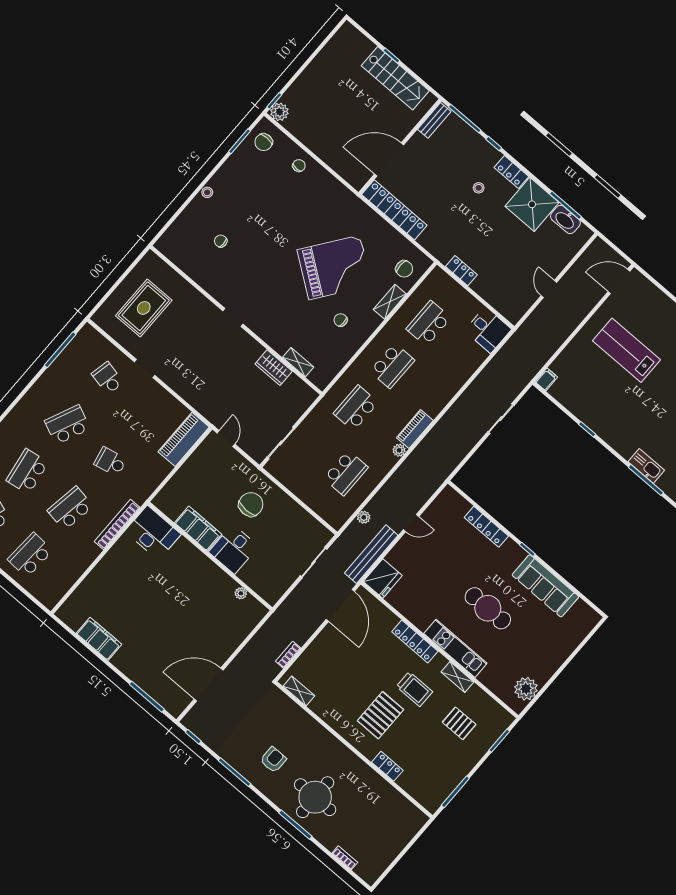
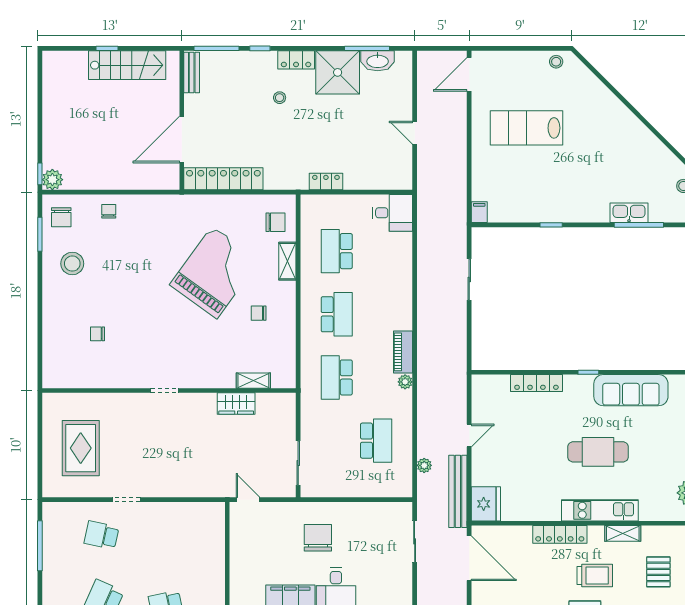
stool: (207, 192) -> (72, 264), moved, width x1.89, depth x1.89
piano: (184, 439) -> (212, 531), removed
pallet: (459, 723) -> (658, 572), turned 90

